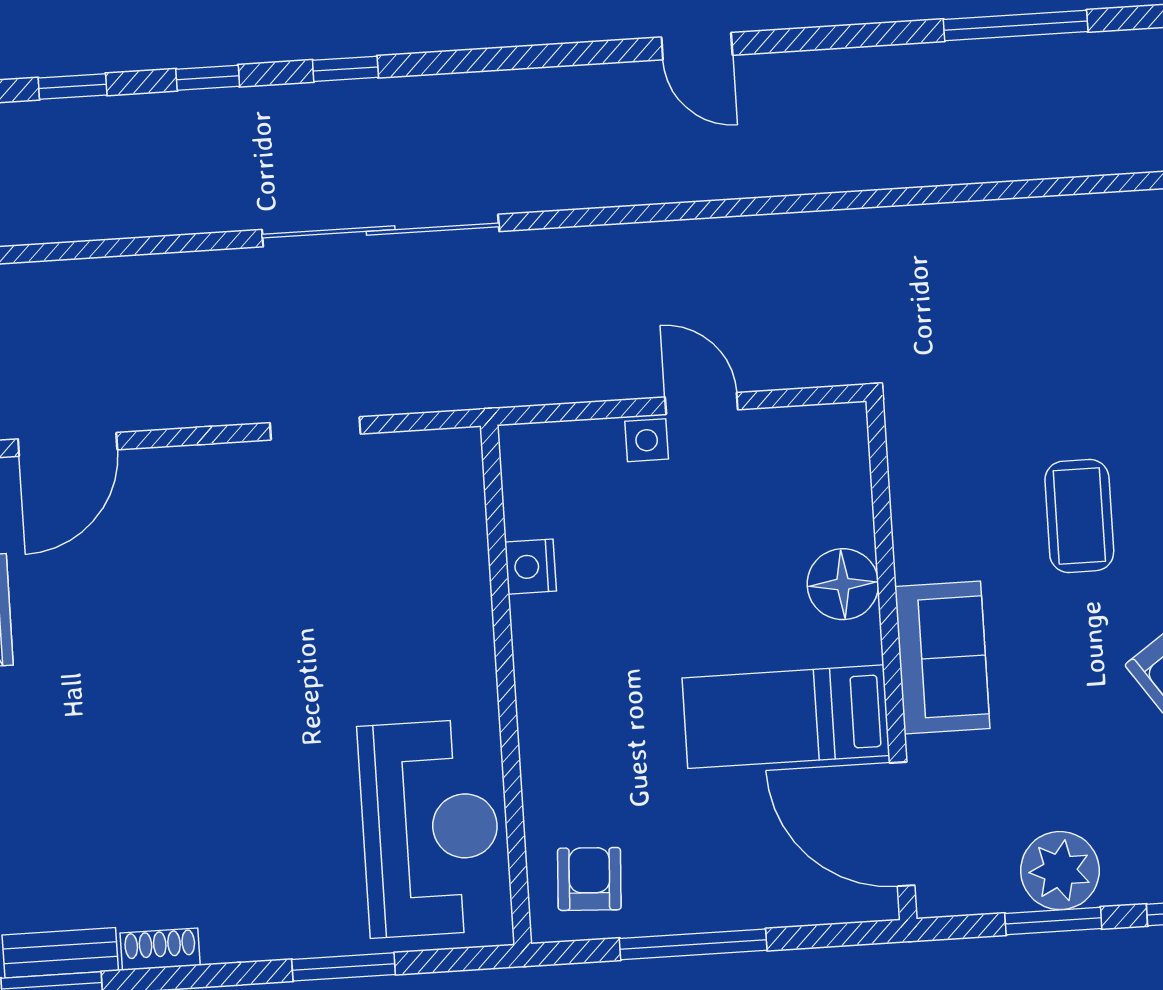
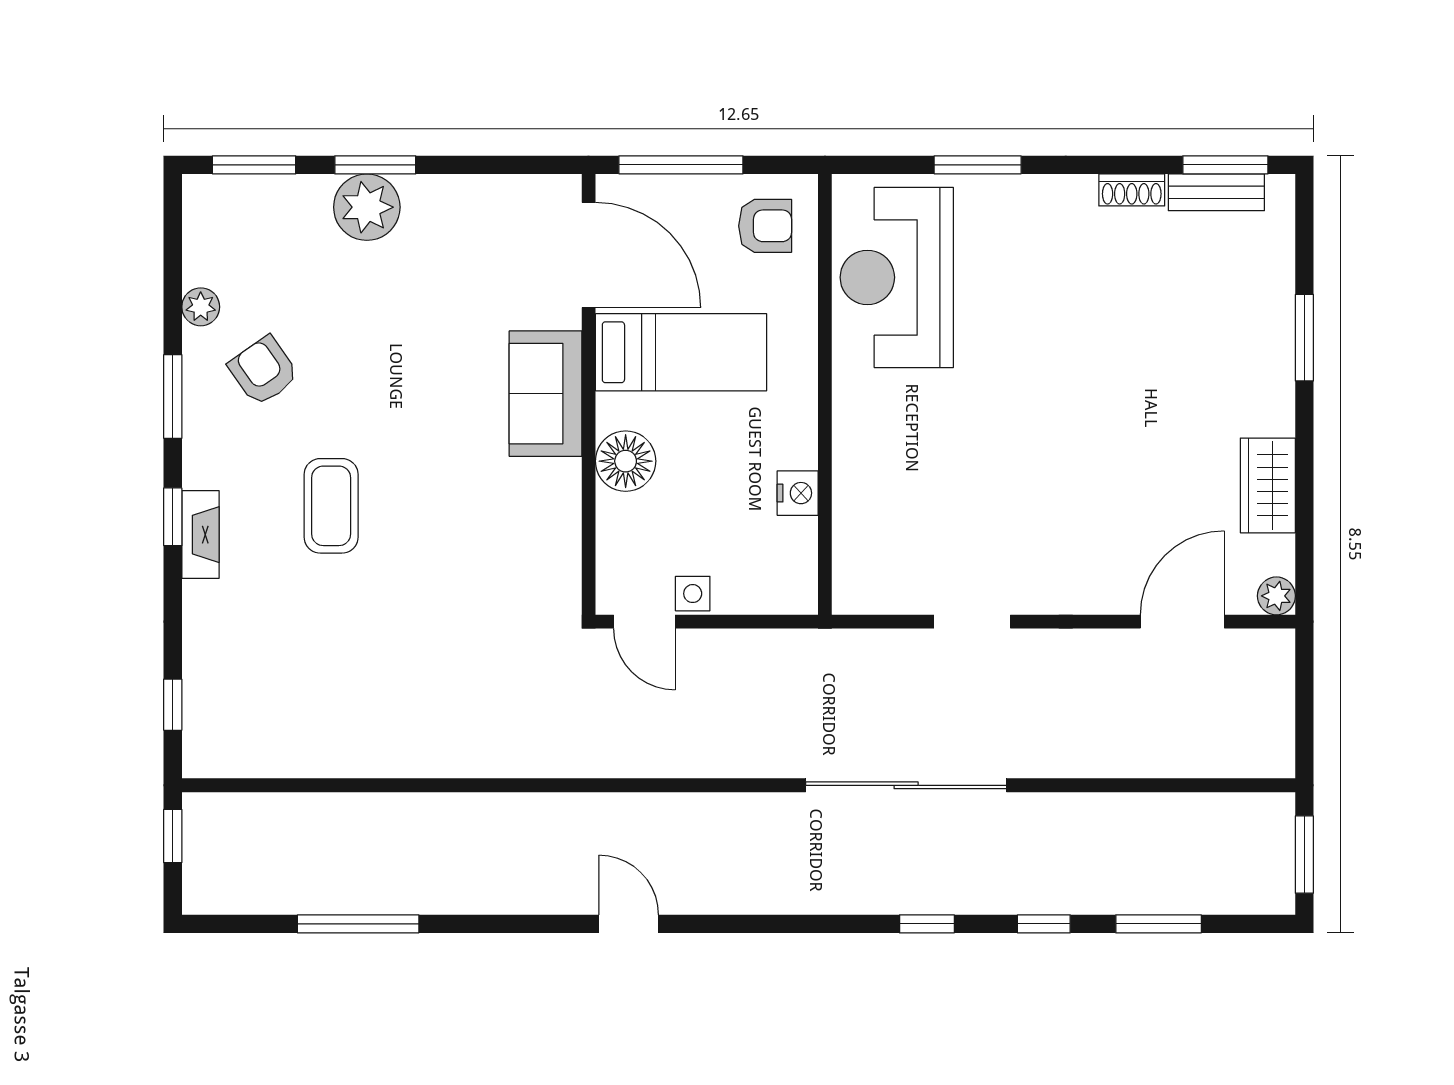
window: (73, 86) -> (1159, 924), width x1.50
floor lamp: (843, 584) -> (626, 461), moved
sofa: (942, 658) -> (546, 394), moved
wall: (892, 660) -> (589, 394), moved
bed: (786, 717) -> (681, 352), moved
door: (902, 824) -> (589, 255), moved
armchair: (589, 879) -> (765, 226), turned -93

